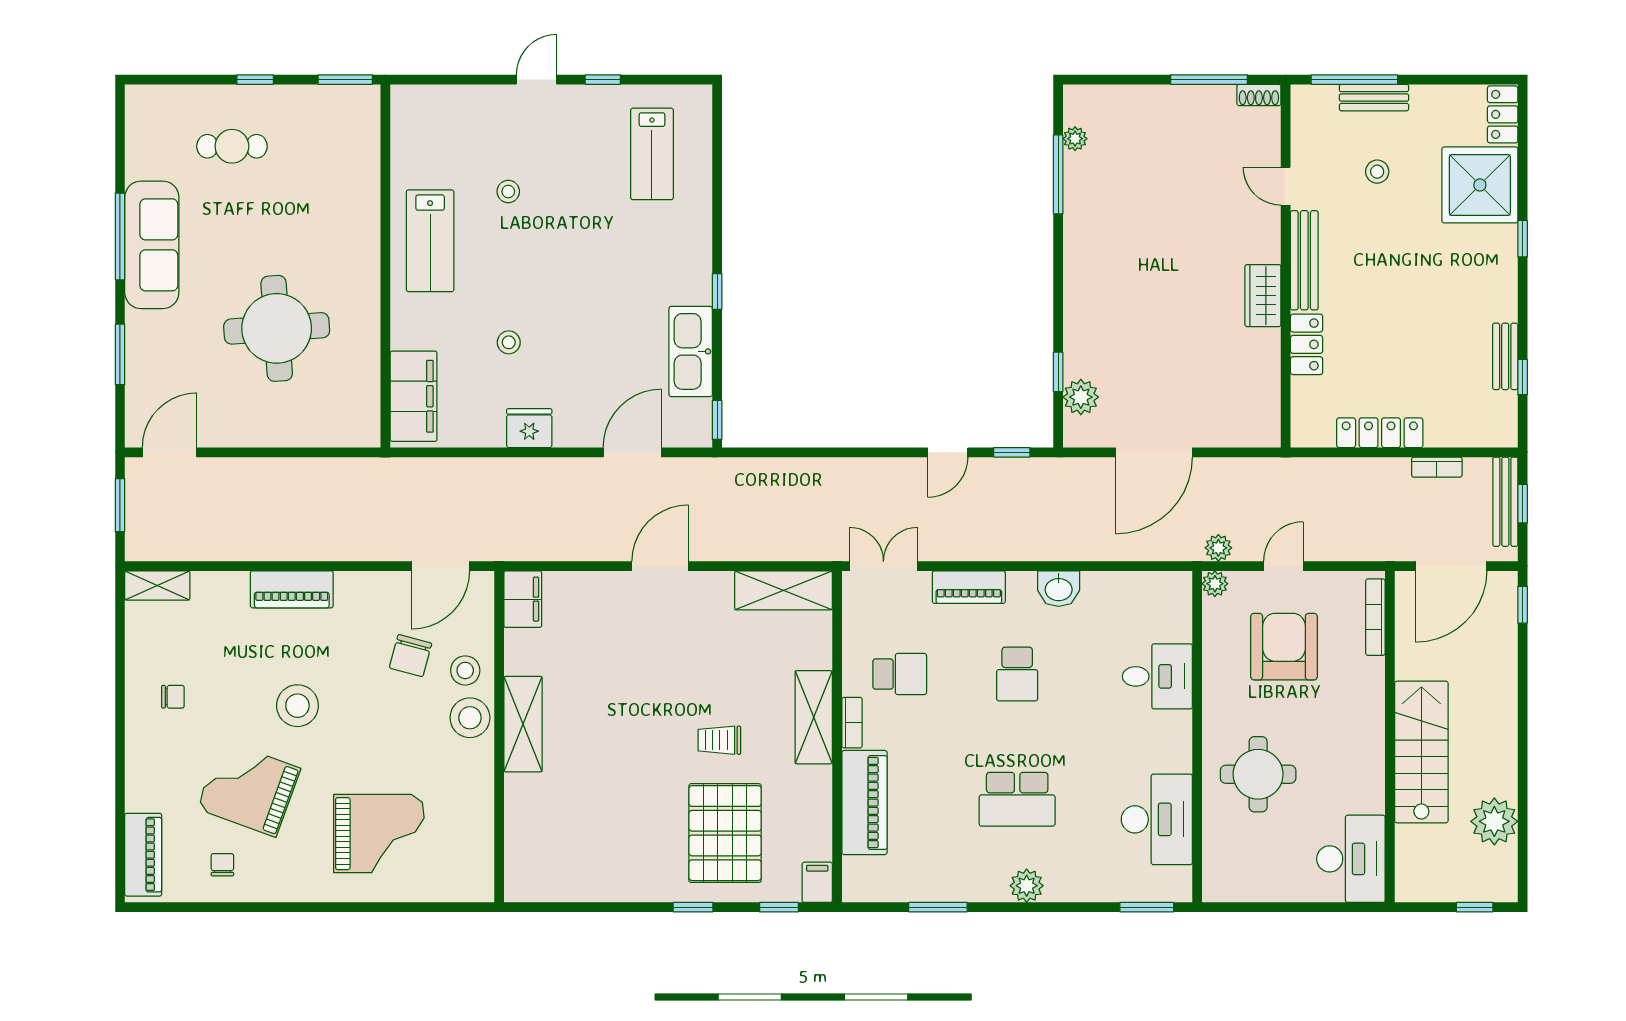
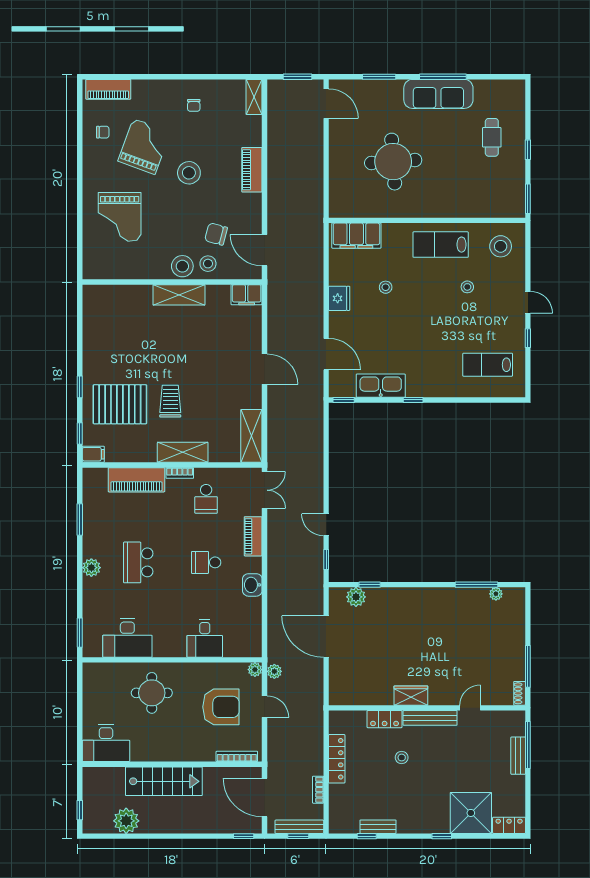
stool: (433, 130) -> (501, 246), added
stool: (1377, 172) -> (402, 758), moved
trolley: (719, 740) -> (170, 401), width x1.36, depth x1.39

